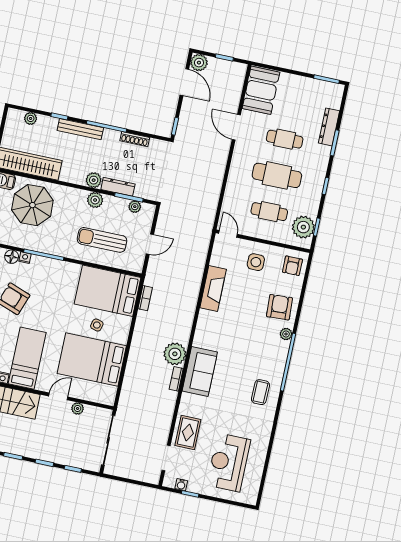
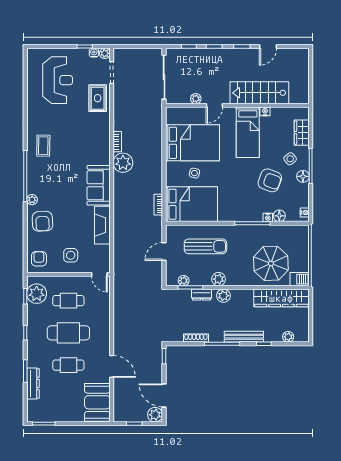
dresser: (118, 187) -> (202, 295), width x0.70
sofa: (200, 371) -> (99, 185), moved
plant: (169, 481) -> (105, 53), added

